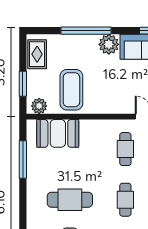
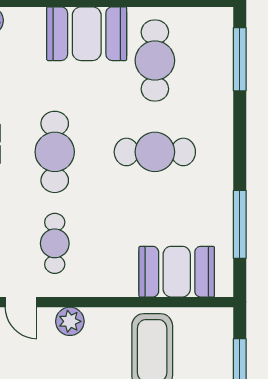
plant: (39, 106) -> (70, 321), moved
cafe table: (125, 200) -> (55, 152), width x1.37, depth x1.35

